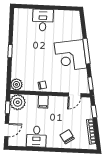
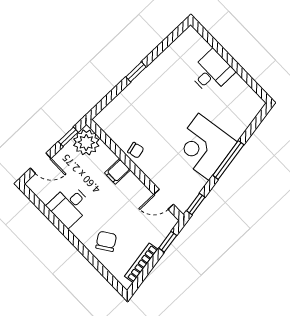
plant: (16, 84) -> (105, 120), removed

